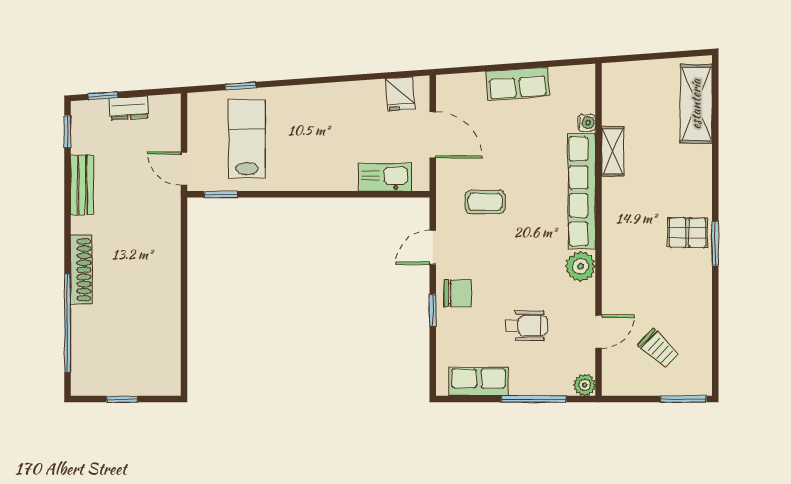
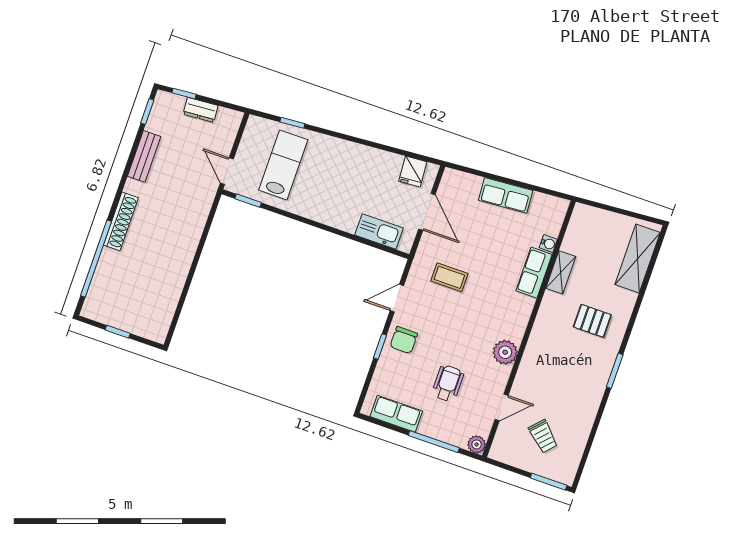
row of seats: (582, 191) -> (534, 273), width x0.50
pallet: (687, 233) -> (592, 321), moved
chair: (458, 293) -> (404, 340), turned 90
wheelchair: (526, 326) -> (448, 383), turned -90

